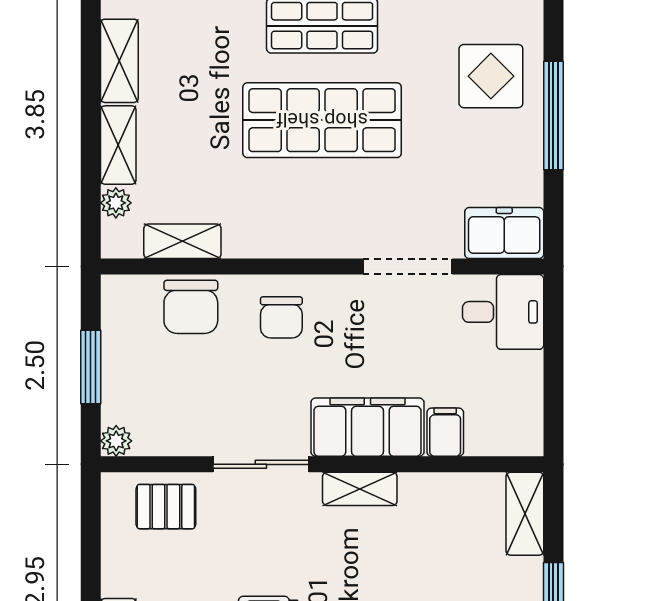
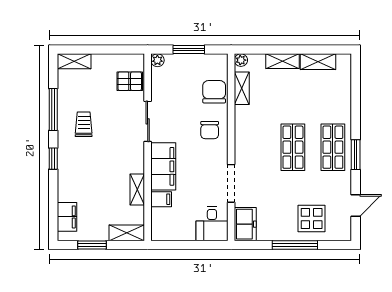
shop shelf: (322, 120) -> (293, 147), width x0.70, depth x0.74
plant: (116, 203) -> (241, 60), moved
chair: (191, 307) -> (214, 92), turned 90
chair: (281, 317) -> (210, 130), turned -90
shelving: (360, 489) -> (137, 190), moved
pallet: (166, 507) -> (130, 81), turned 90

